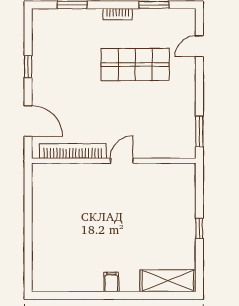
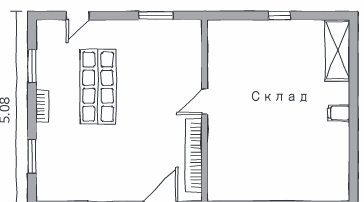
door: (199, 46) -> (78, 16), hinge flipped
window: (199, 132) -> (156, 16), moved
door: (122, 161) -> (204, 102), hinge flipped

